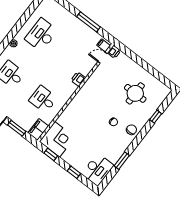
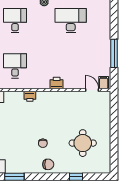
printer: (114, 52) -> (30, 96), moved

